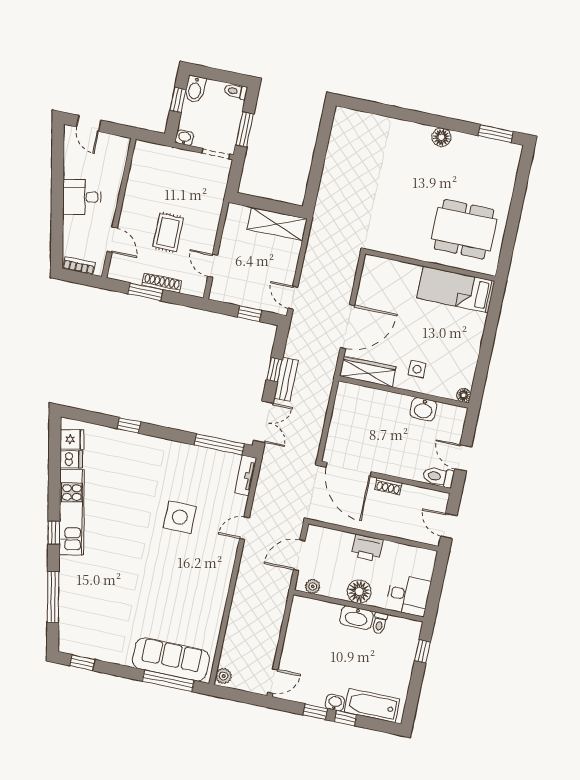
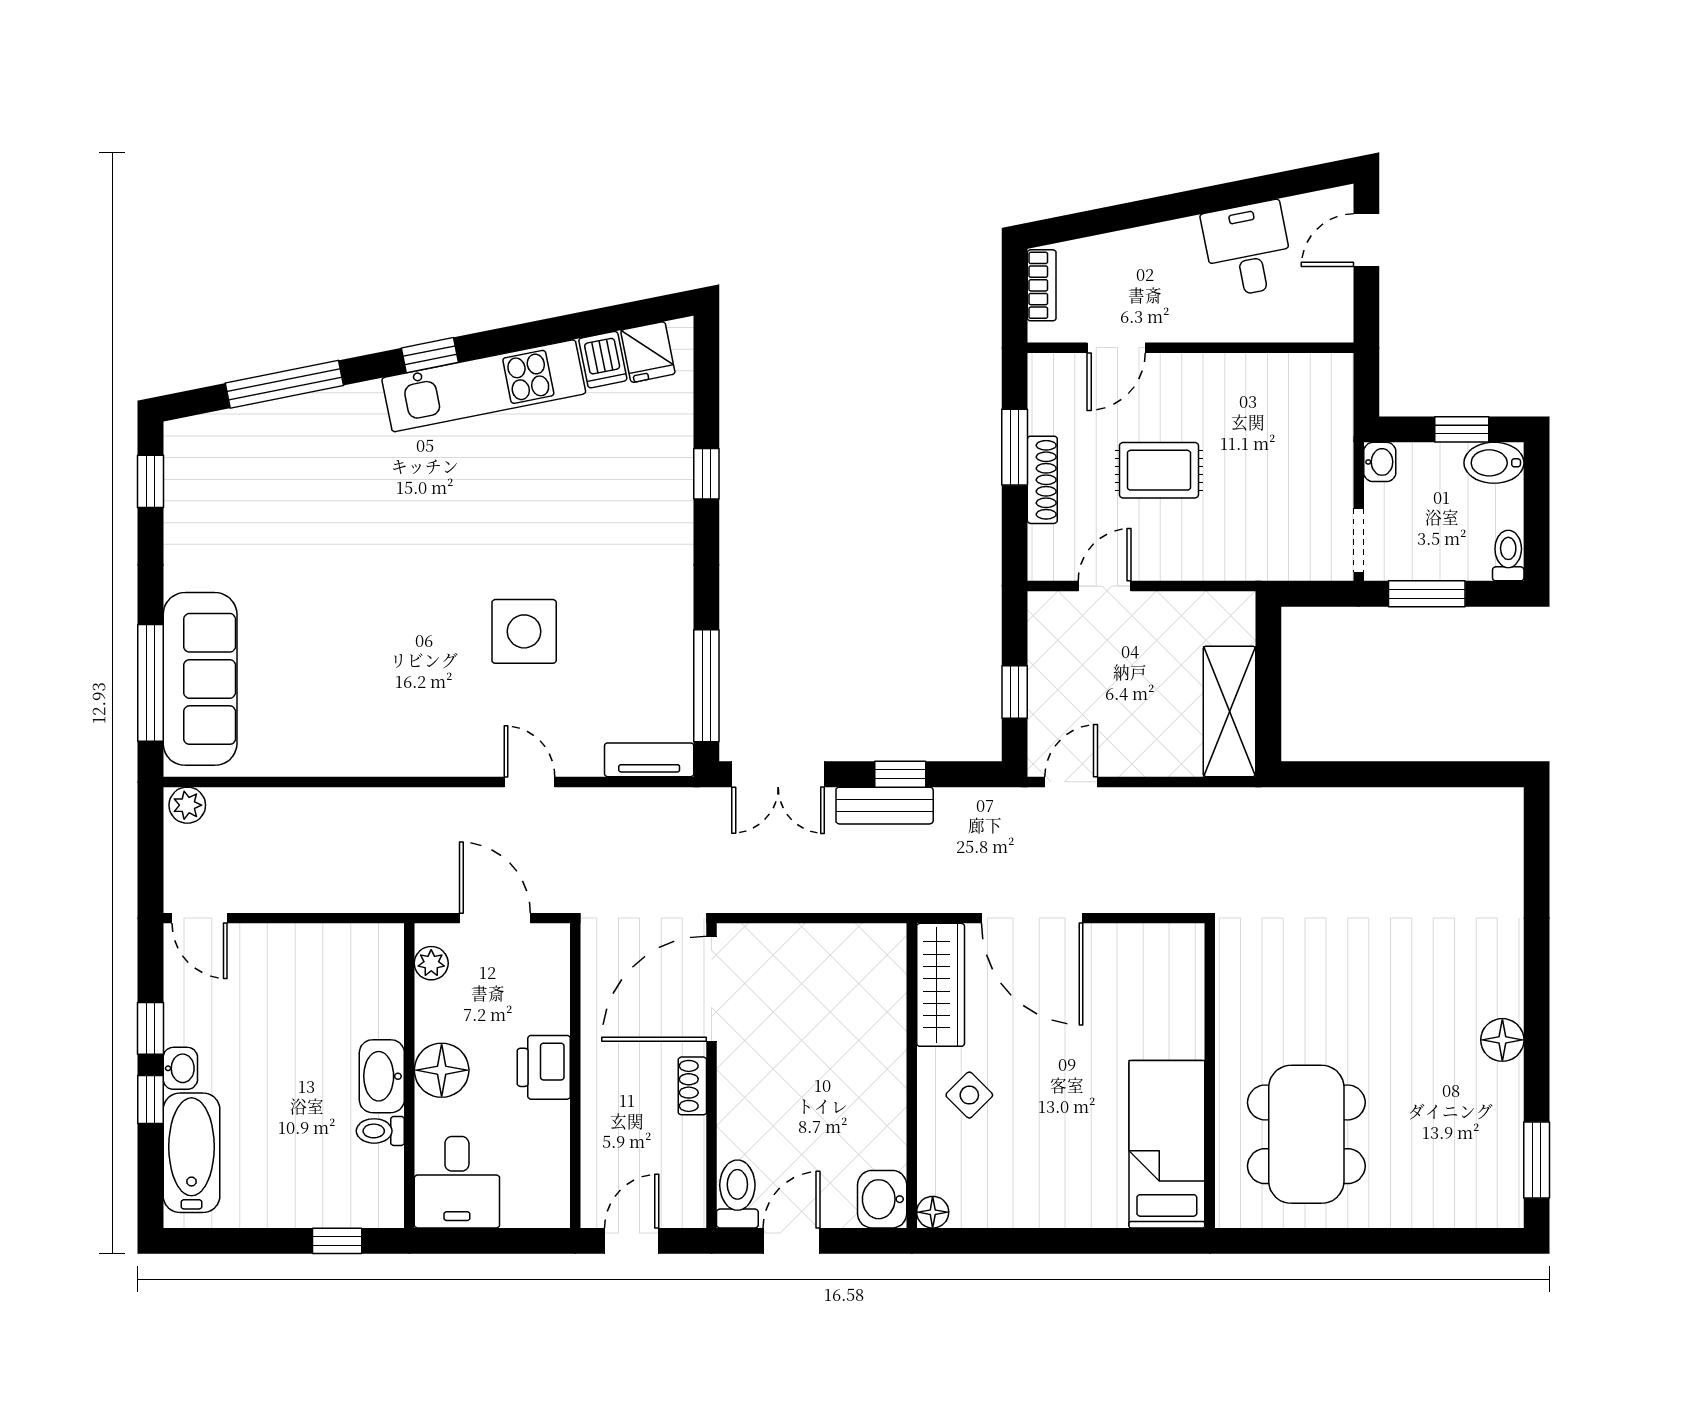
desk: (82, 197) -> (1248, 249), moved
side table: (417, 369) -> (969, 1095), turned 45
washbasin: (423, 409) -> (882, 1199), moved

